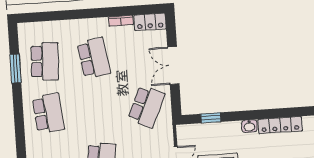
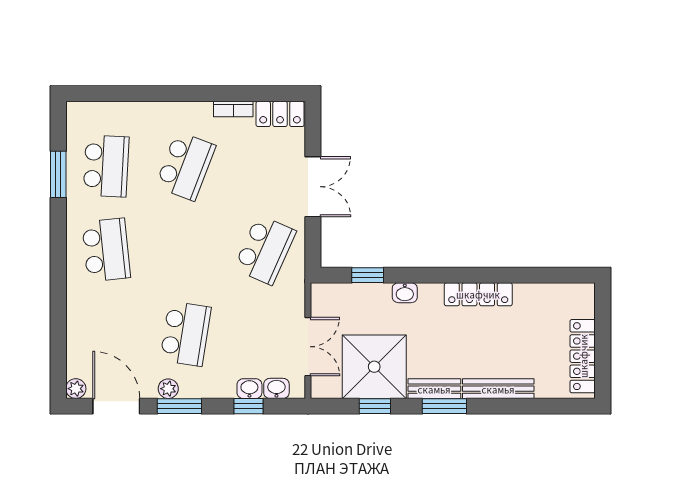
school desk: (94, 58) -> (186, 166), turned 30
double door: (173, 65) -> (313, 187), swing flipped
washbasin: (249, 126) -> (405, 293), moved

